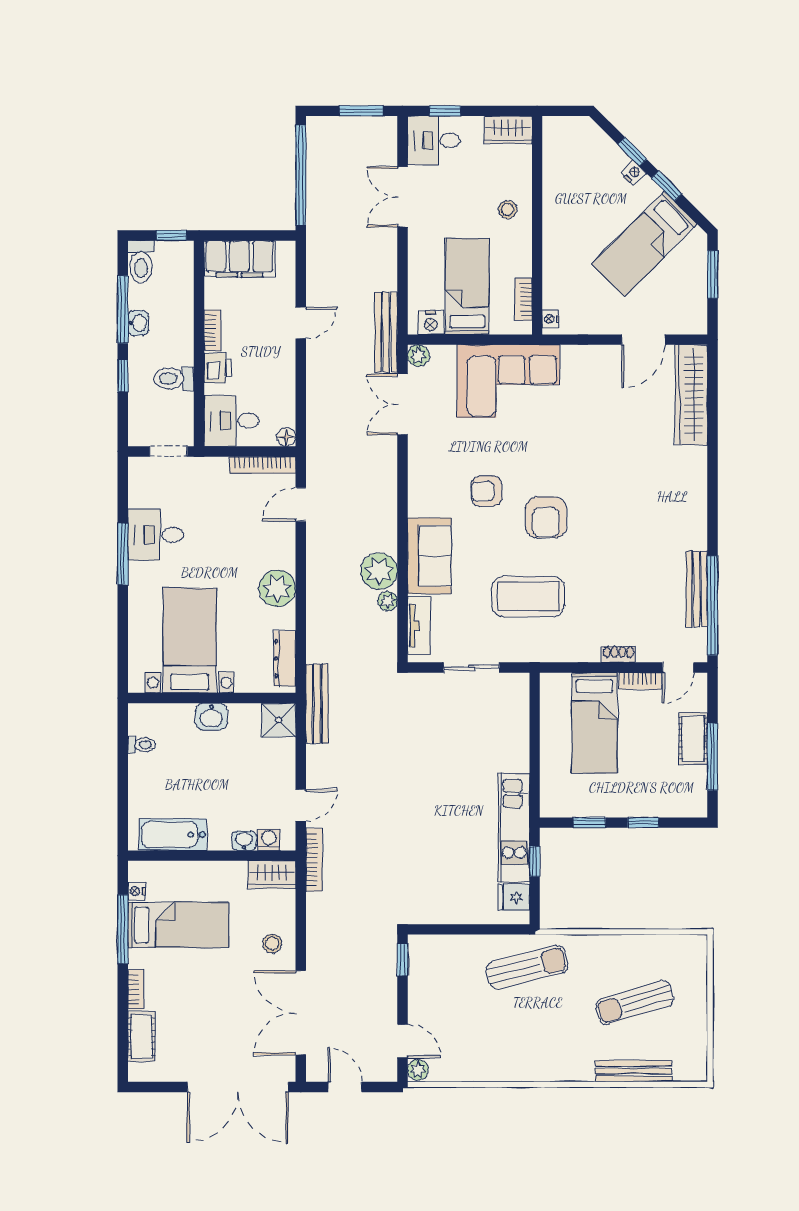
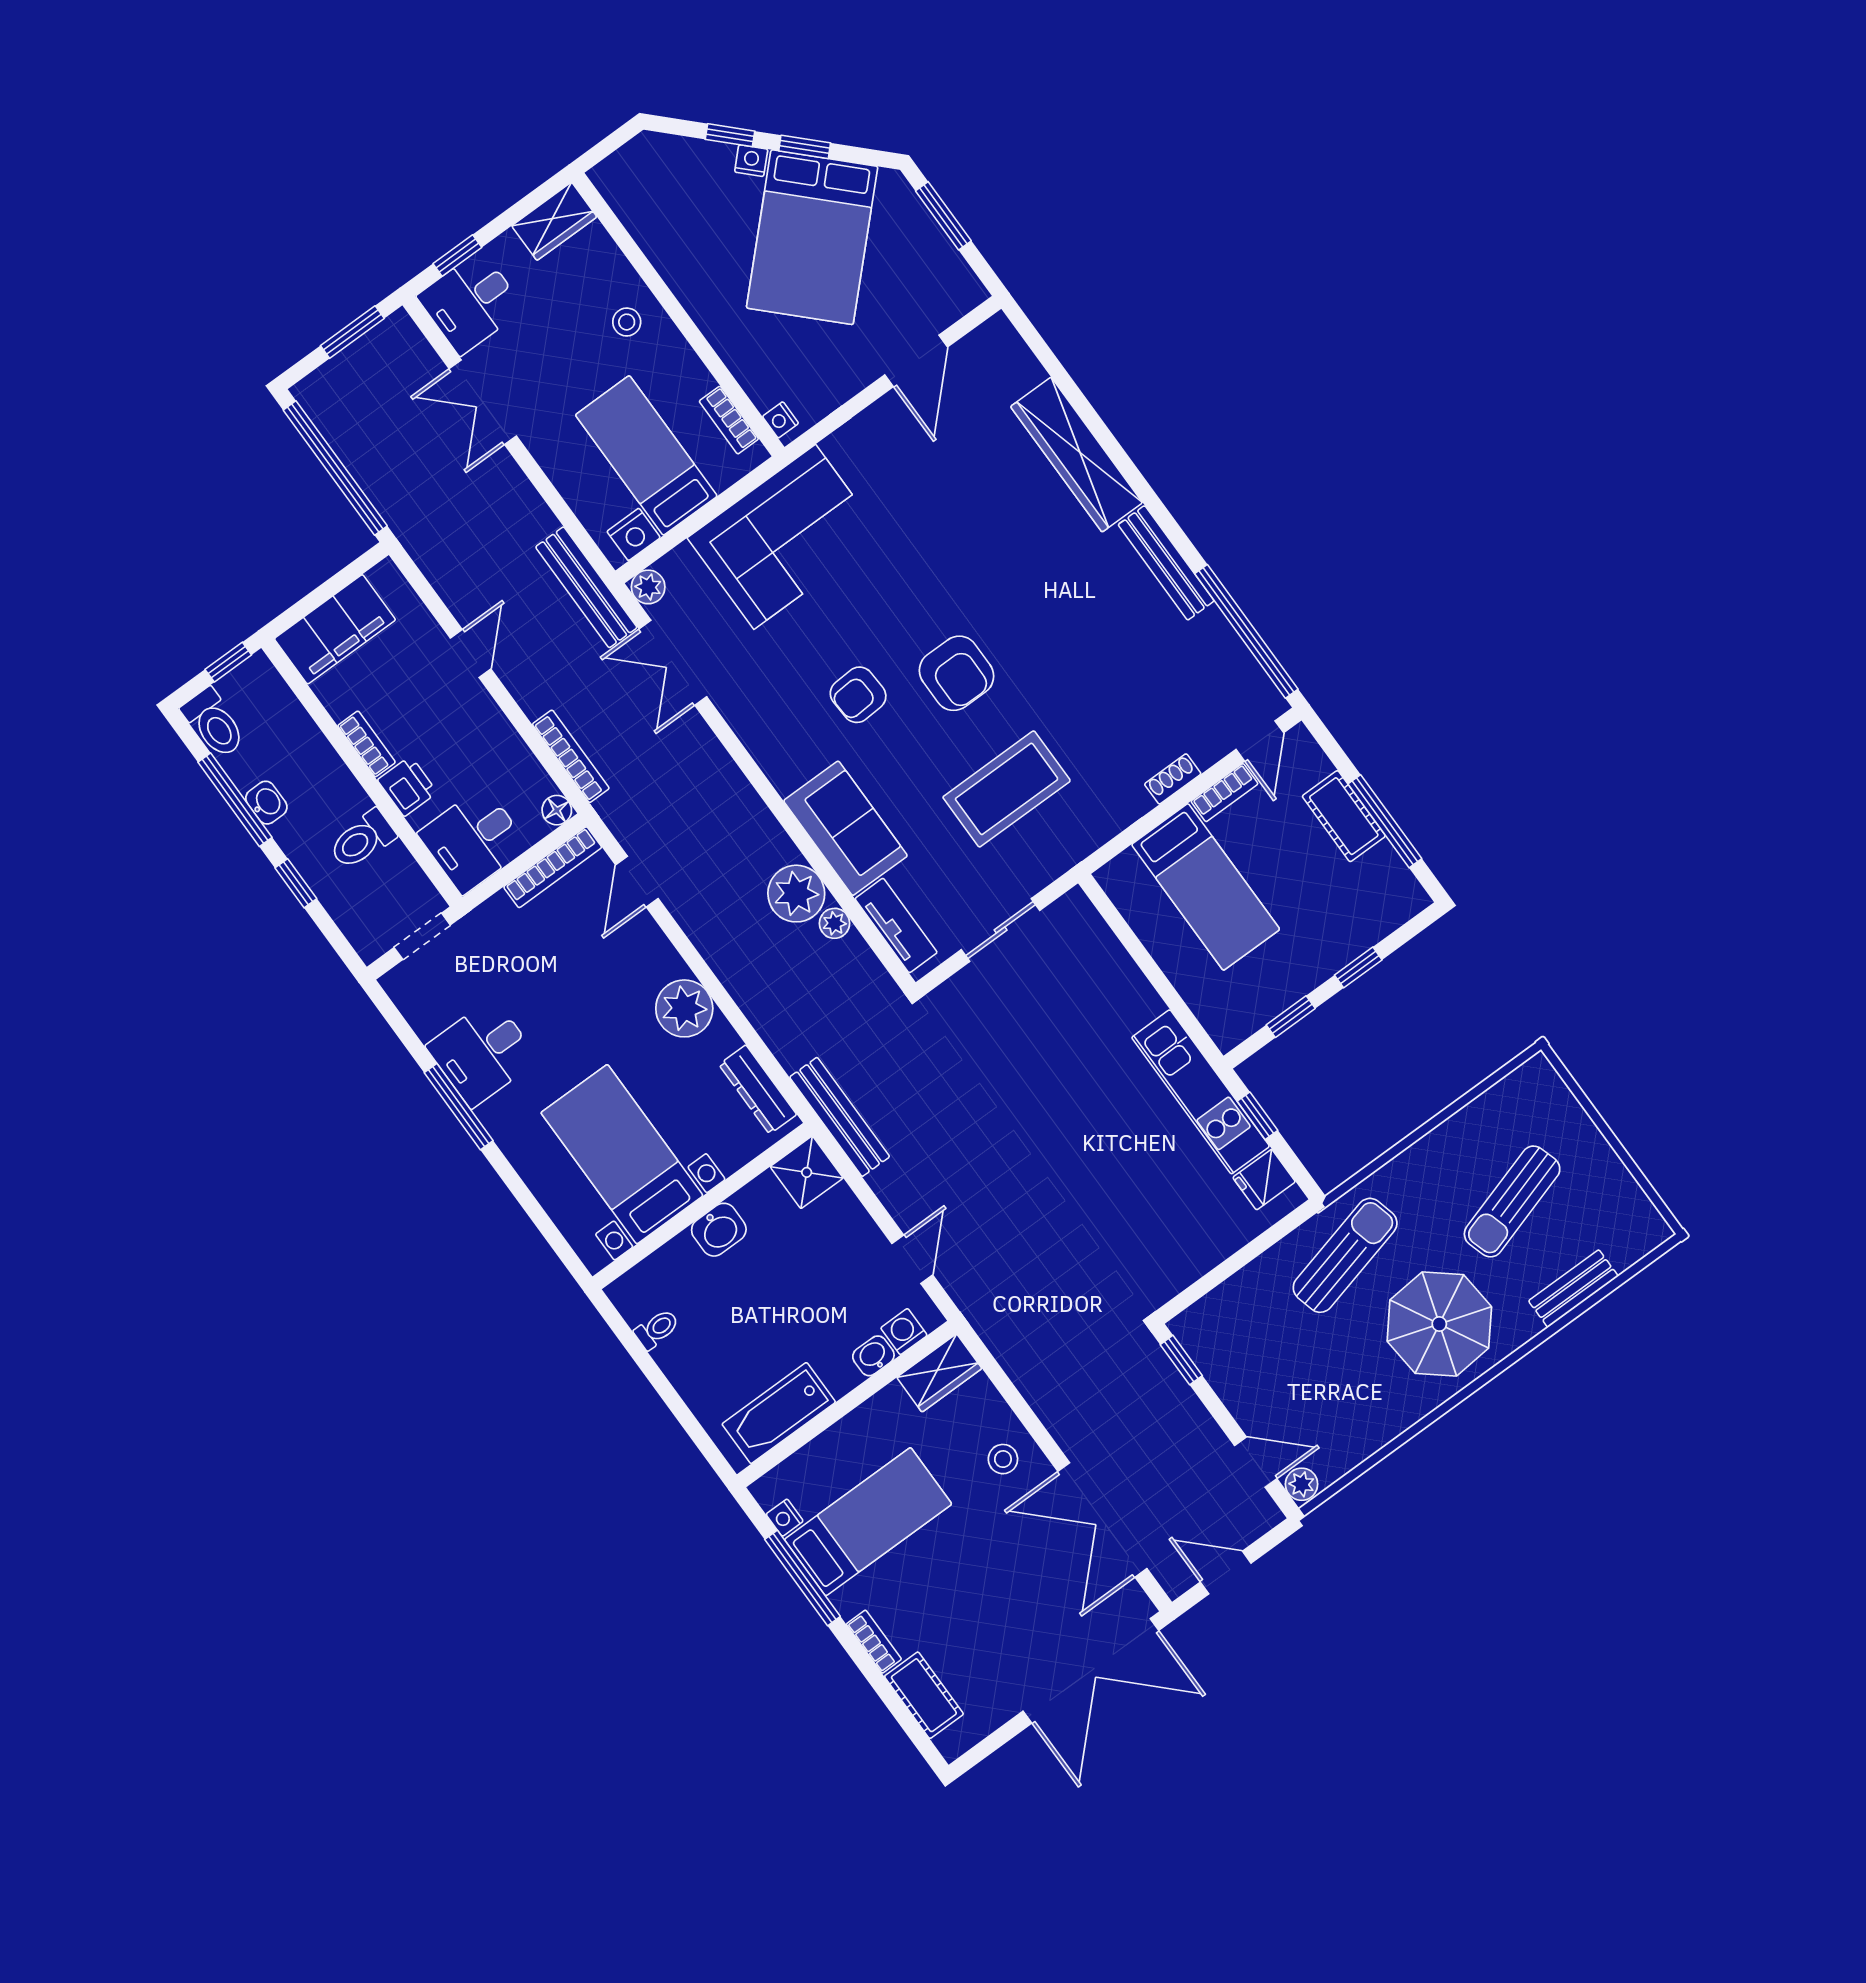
bed: (644, 244) -> (812, 237), width x1.50
wardrobe: (691, 395) -> (1077, 455), moved
bench: (697, 589) -> (1166, 563), moved
bookcase: (314, 860) -> (571, 756), moved
parasol: (550, 1039) -> (1439, 1324), added
bench: (633, 1071) -> (1573, 1289), width x0.73

